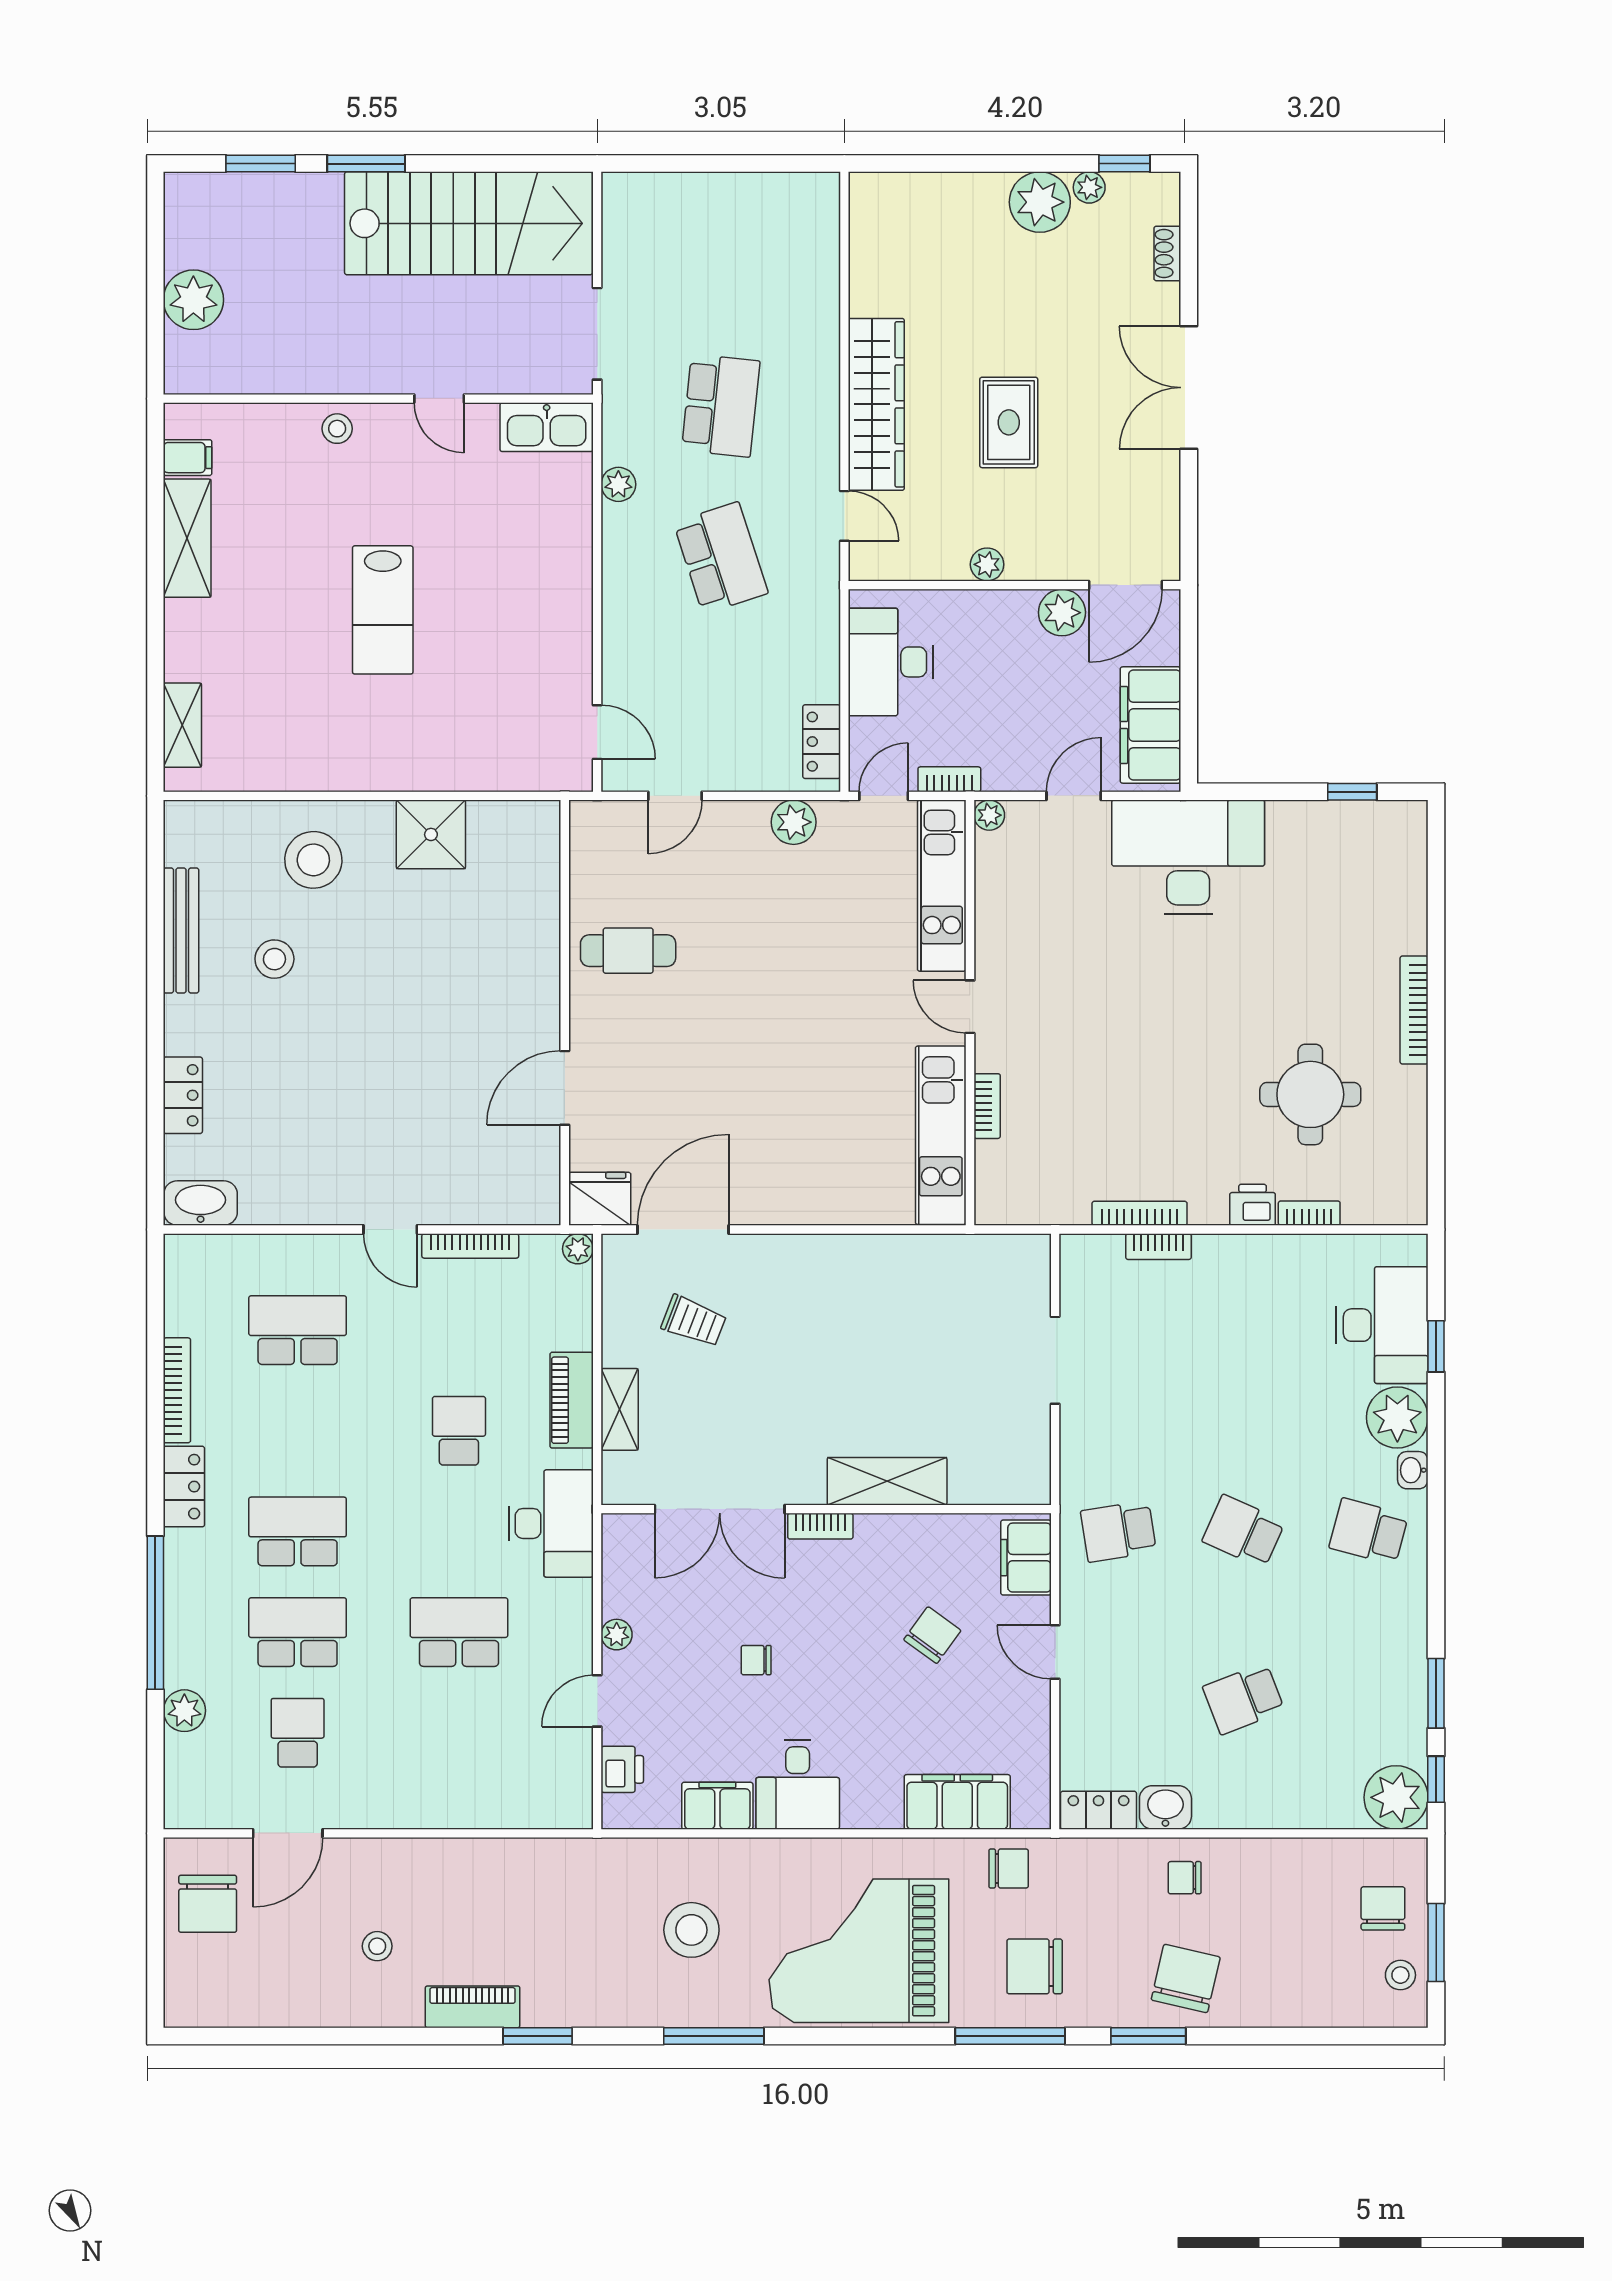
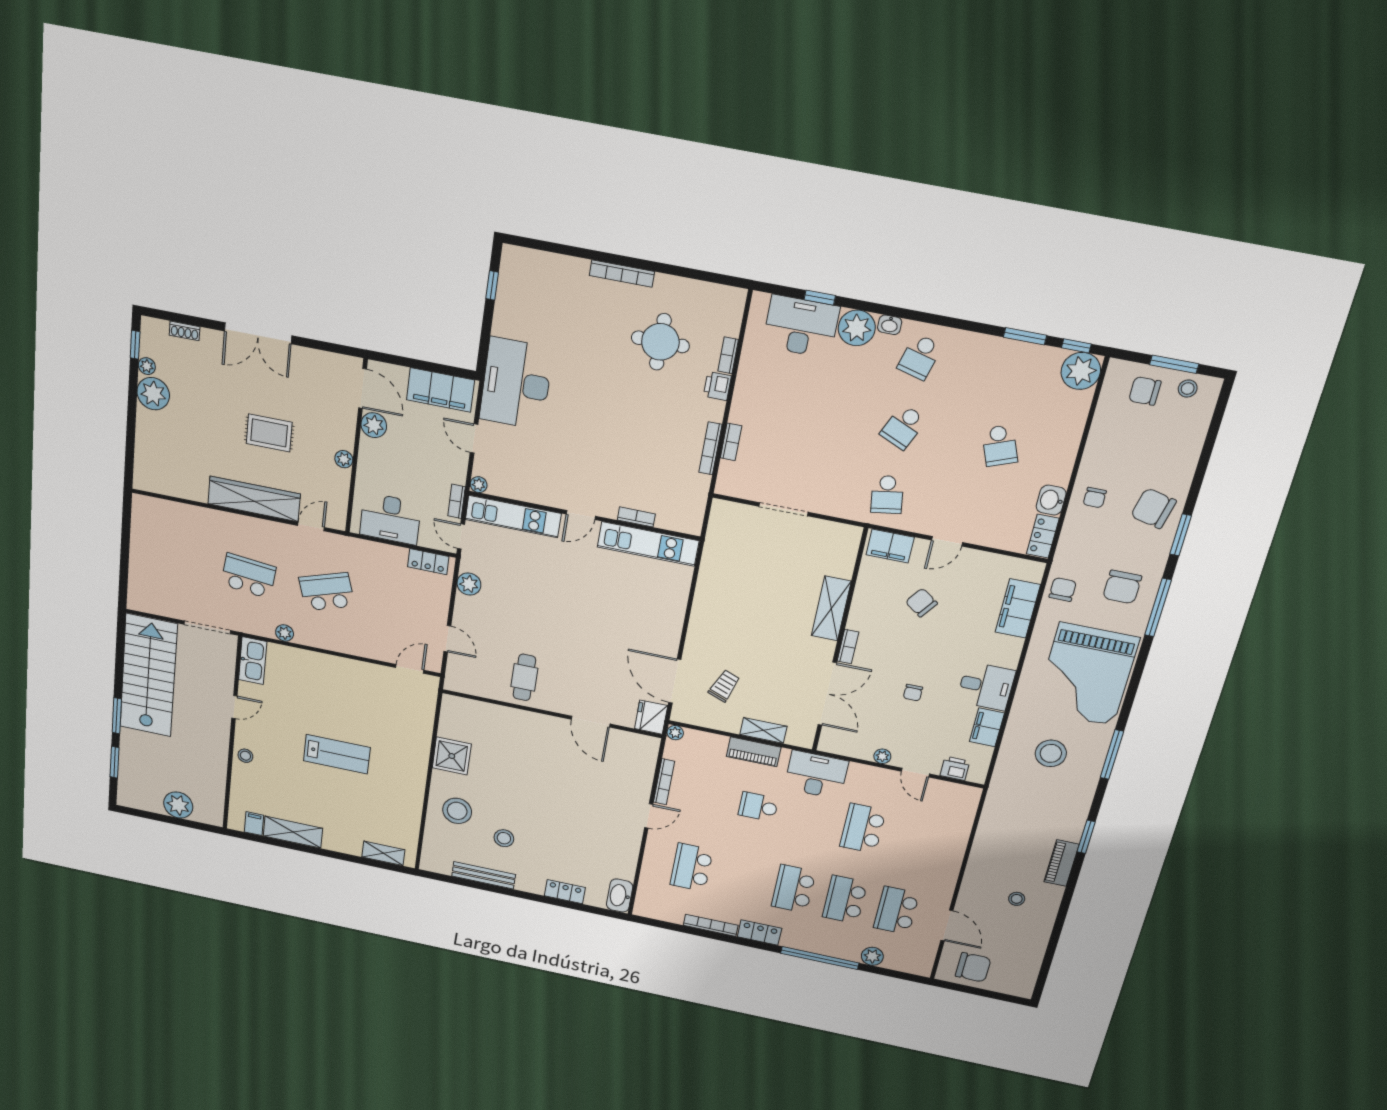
school desk: (298, 1733) -> (896, 910), width x1.85

